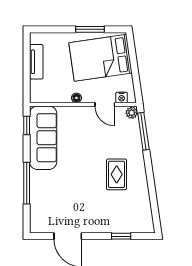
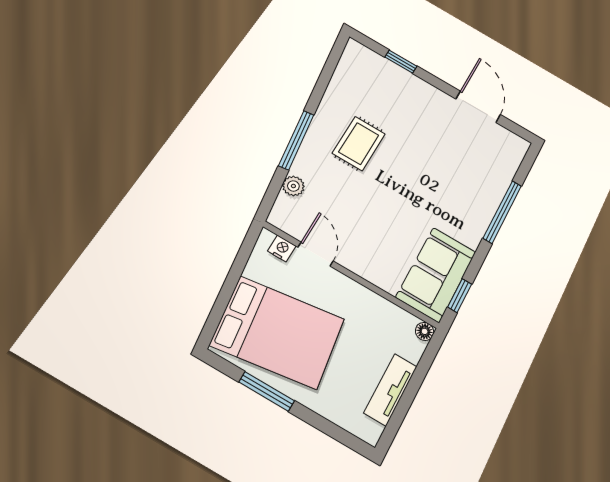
floor lamp: (76, 98) -> (425, 331), moved
plant: (132, 113) -> (293, 186), moved
window: (143, 131) -> (296, 140), moved
sofa: (43, 138) -> (436, 274), width x0.73

